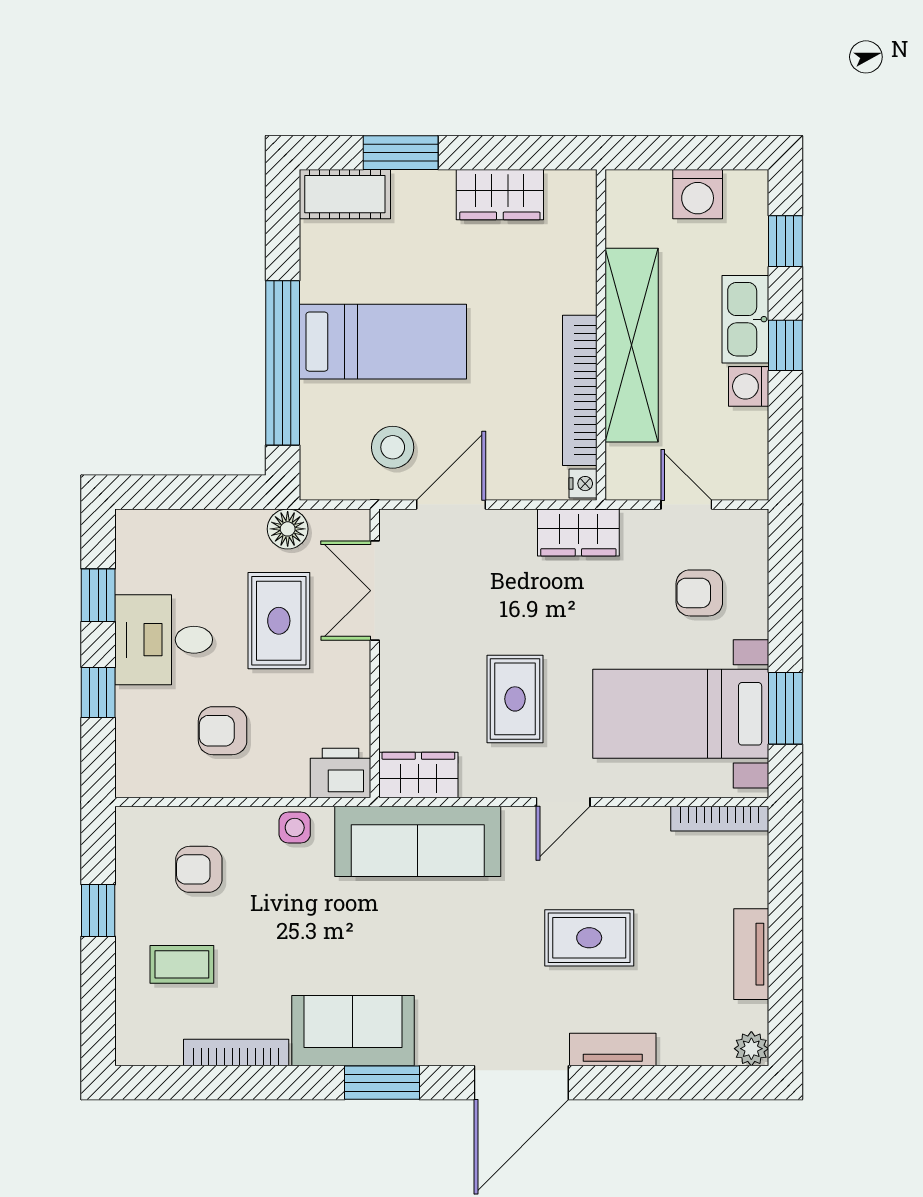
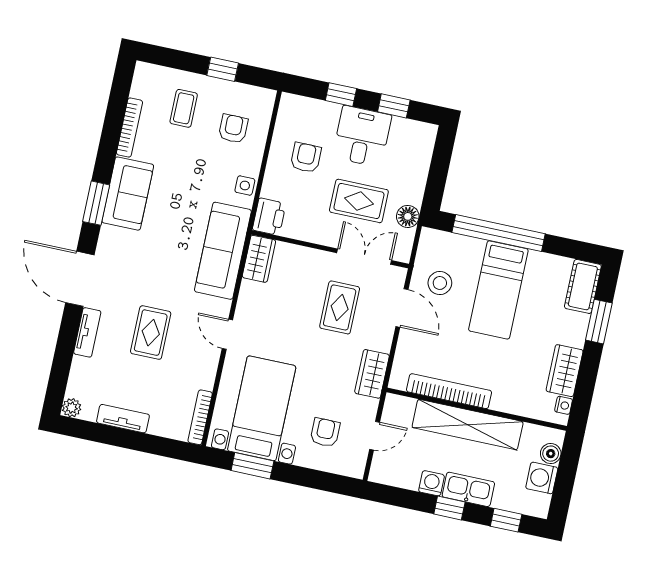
boiler: (651, 188) -> (551, 454), added
nightstand: (583, 484) -> (564, 405), moved, turned -90
rug: (515, 699) -> (340, 307), moved, turned 90

